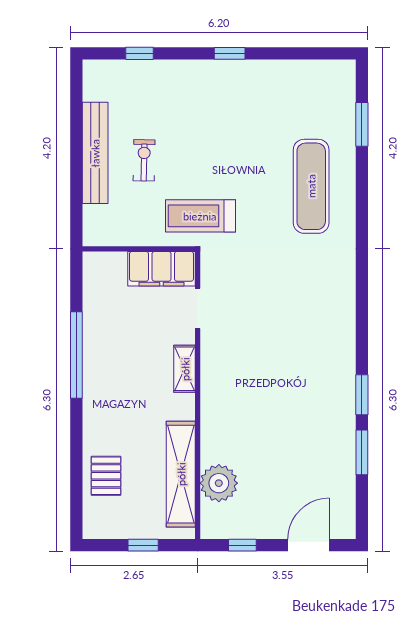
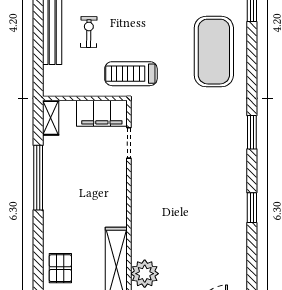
exercise mat: (311, 186) -> (214, 52), width x1.47
shelving: (185, 369) -> (51, 118), moved
window: (362, 452) -> (252, 132), moved

